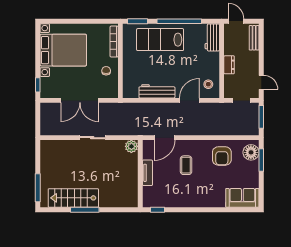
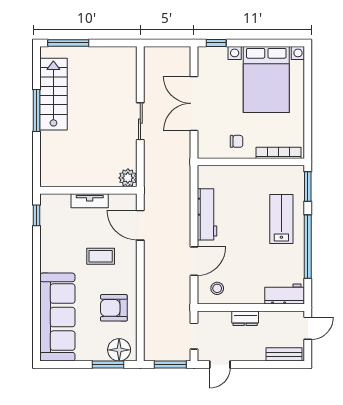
lab bench: (160, 40) -> (281, 219), width x0.73, depth x0.72
door: (189, 100) -> (194, 261), hinge flipped
sofa: (242, 198) -> (57, 317), width x1.85, depth x1.27

